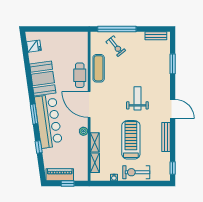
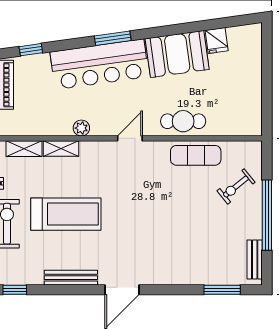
window: (117, 29) -> (267, 215), moved
fridge: (34, 46) -> (217, 40), moved
window: (173, 64) -> (222, 290), moved
weight bench: (137, 98) -> (141, 226), removed
door: (89, 105) -> (130, 138), width x0.53
window: (39, 147) -> (31, 50), moved

